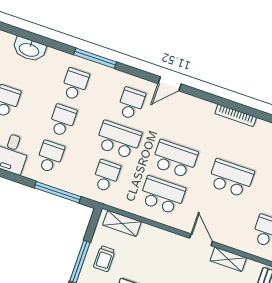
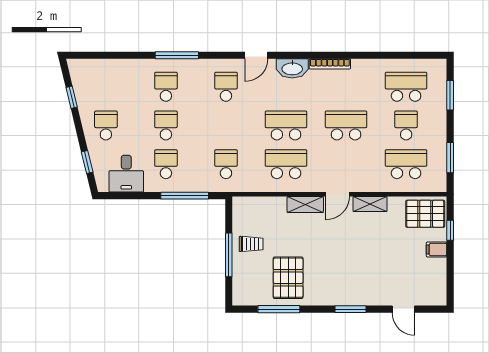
washbasin: (29, 49) -> (292, 68), moved
school desk: (119, 140) -> (226, 125), removed
shelving: (122, 223) -> (305, 204), moved
door: (201, 240) -> (338, 194), swing flipped
trolley: (104, 259) -> (251, 244), turned -90

